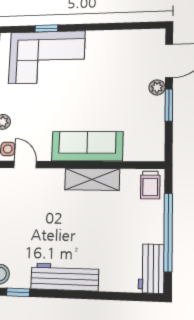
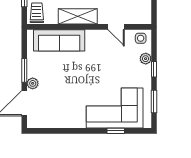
sofa: (87, 146) -> (59, 40), moved
door: (25, 164) -> (116, 27), moved

